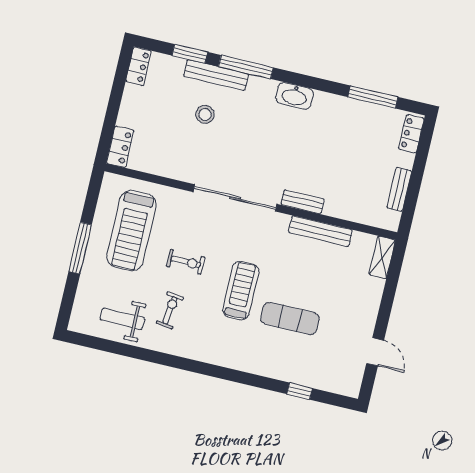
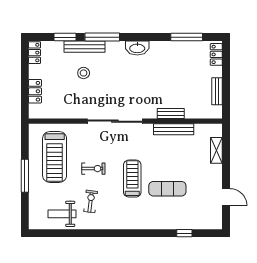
locker: (120, 147) -> (35, 91), moved
bench: (303, 202) -> (171, 113), moved
shelving: (382, 257) -> (216, 150), moved

